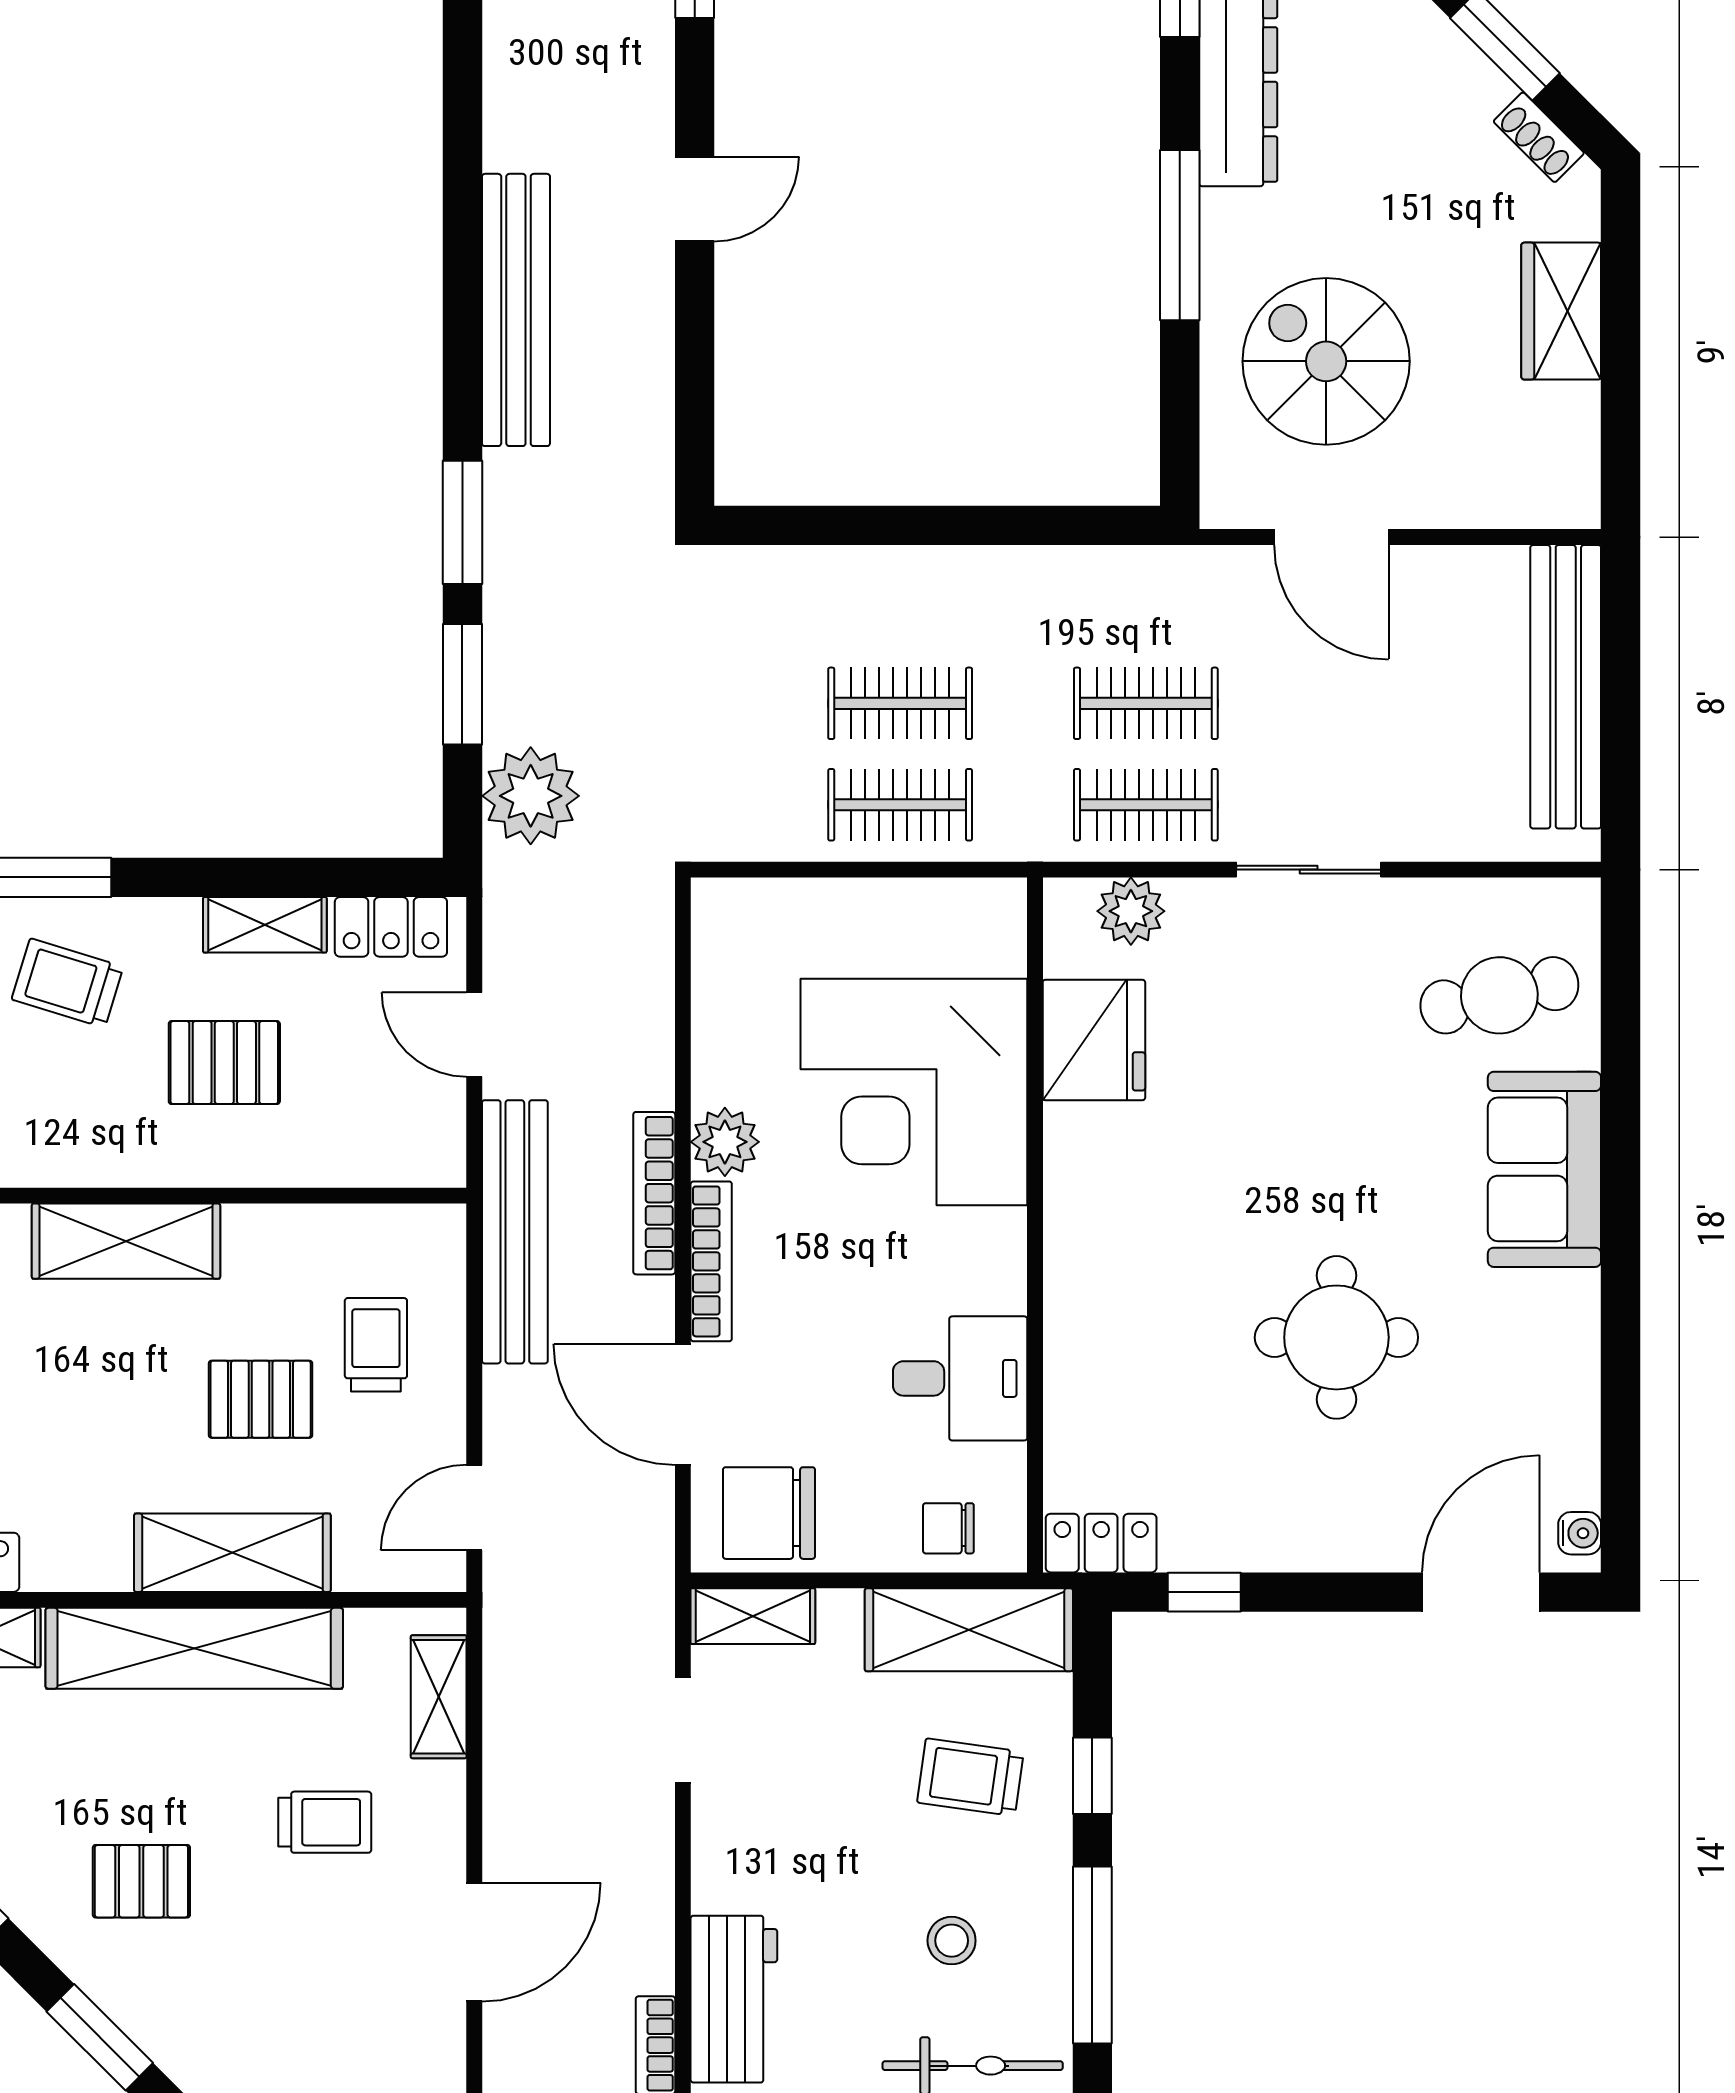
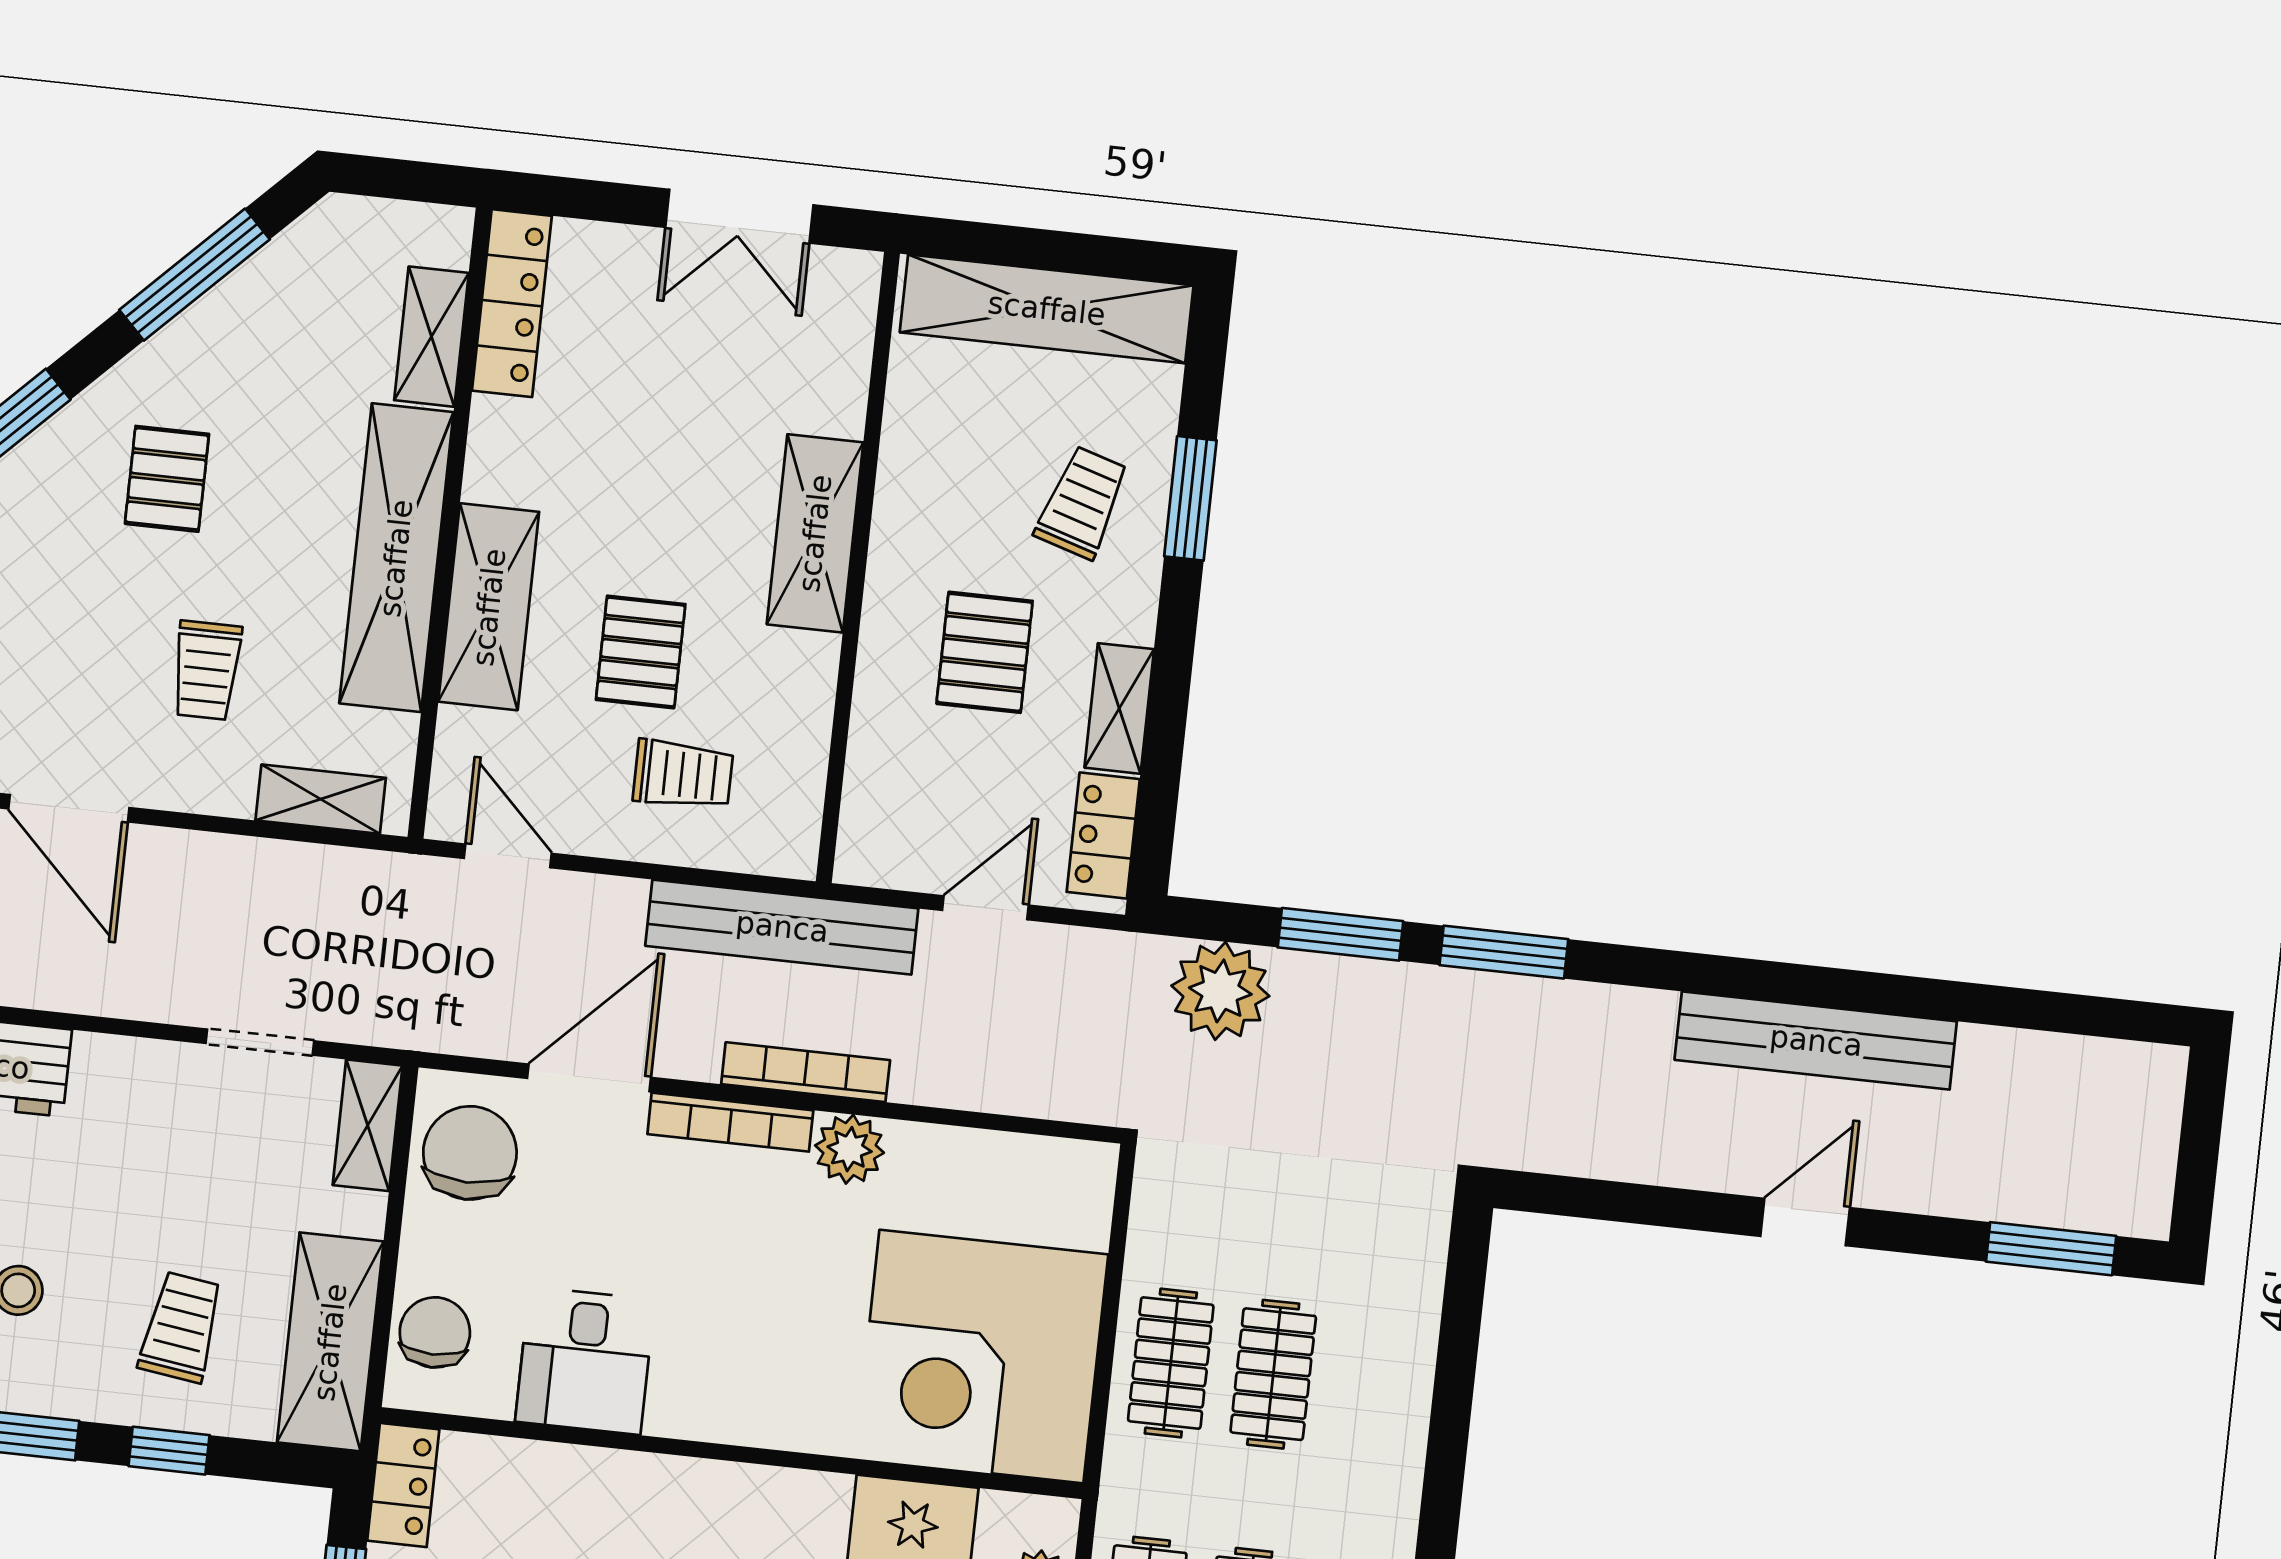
door: (695, 199) -> (1805, 1222), swing flipped
bench: (516, 310) -> (1816, 1041), moved
corner desk: (914, 1092) -> (981, 1356), moved, turned -90
chair: (948, 1528) -> (435, 1332), width x1.37, depth x1.37

